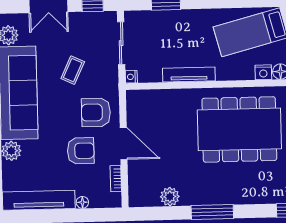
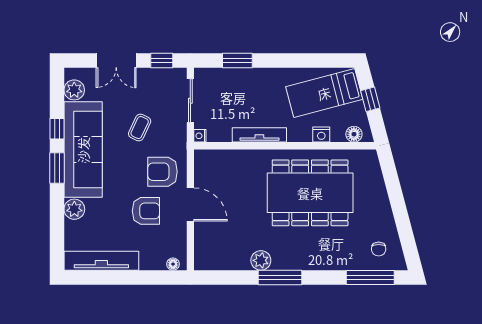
nightstand: (263, 72) -> (321, 135), moved
bookcase: (116, 179) -> (181, 240), removed
plant: (170, 197) -> (261, 260), moved
floor lamp: (82, 202) -> (173, 264), moved

